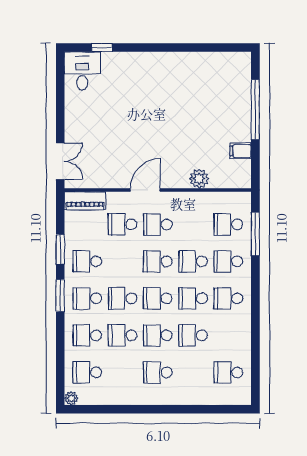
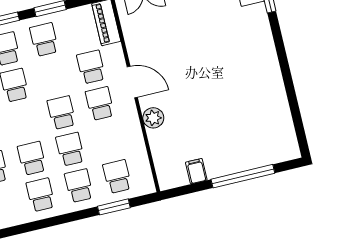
plant: (199, 179) -> (153, 118), moved
window: (255, 234) -> (114, 207), width x0.69
school desk: (158, 298) -> (23, 122), removed

